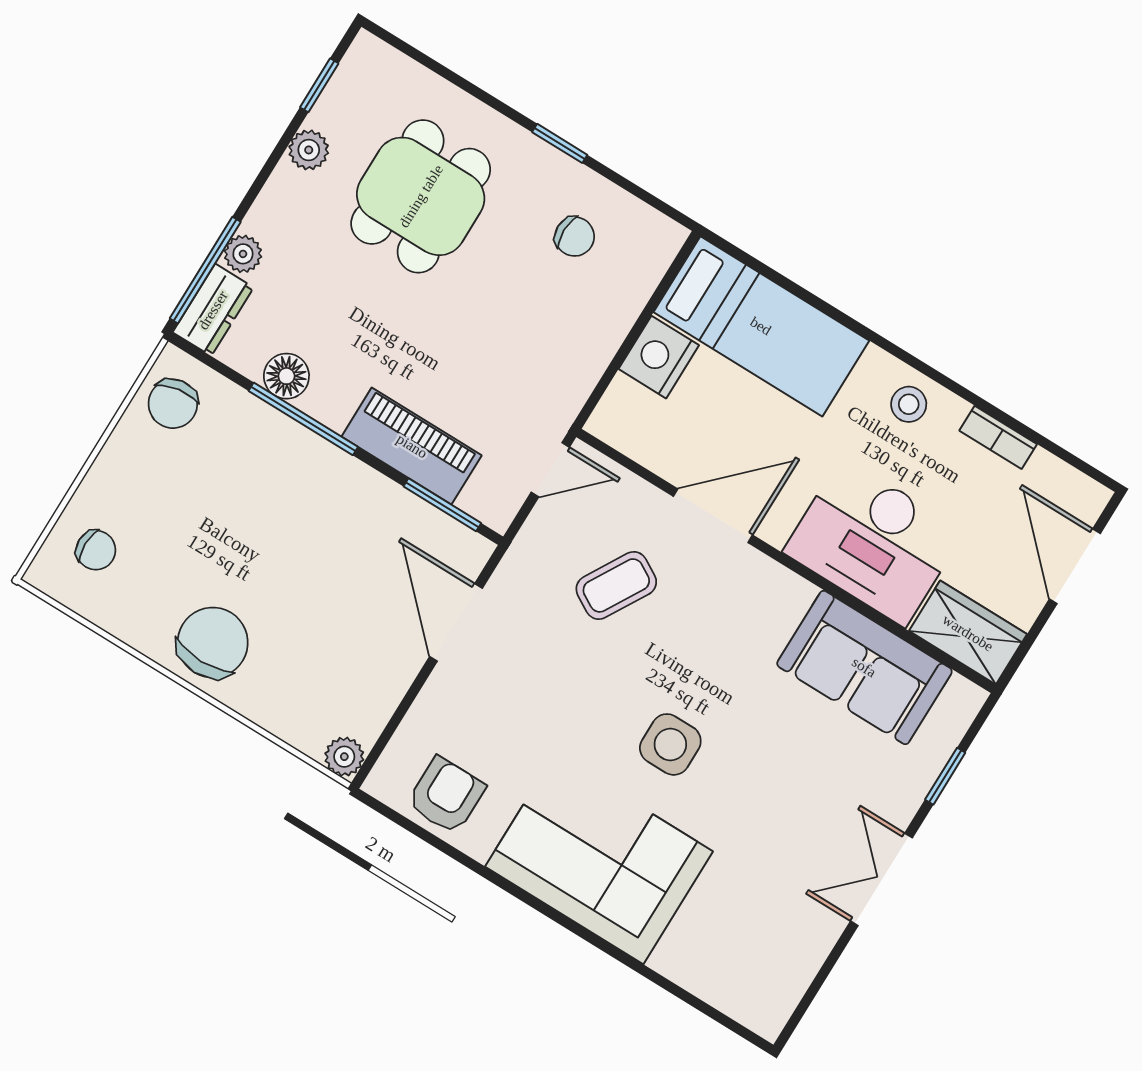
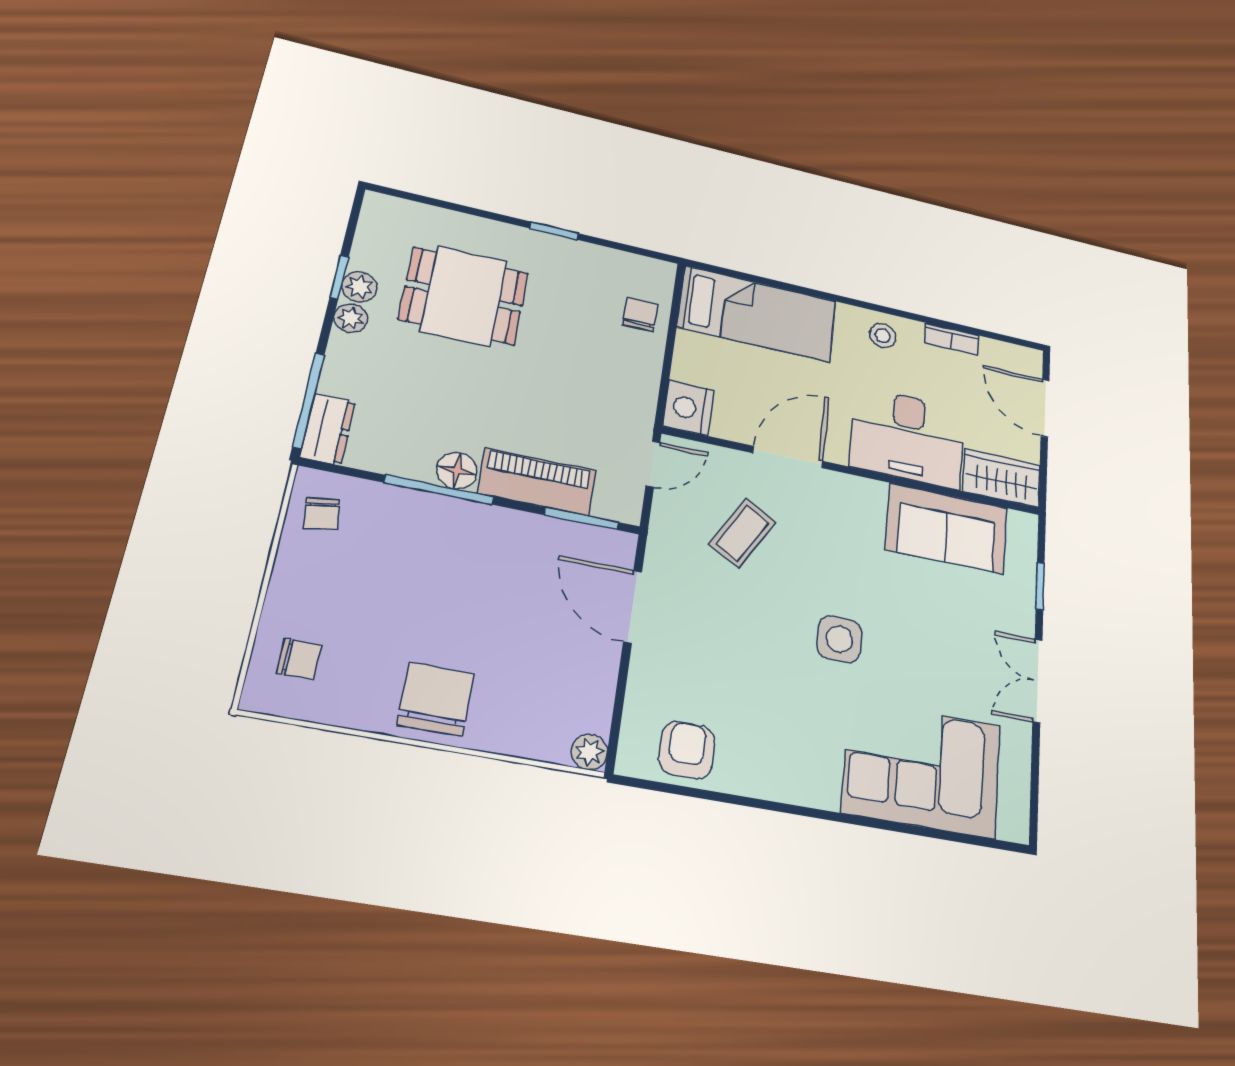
window: (319, 85) -> (339, 277), moved
dining table: (421, 196) -> (464, 296), turned 90
chair: (575, 237) -> (640, 315), moved, turned -90
plant: (243, 254) -> (351, 318), moved
nightstand: (659, 357) -> (688, 408), moved
floor lamp: (286, 376) -> (457, 471), moved
chair: (173, 404) -> (322, 514), width x0.73, depth x0.73
corner sofa: (599, 859) -> (922, 769), moved

